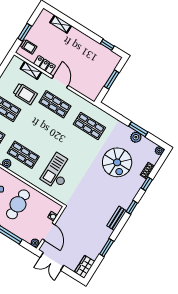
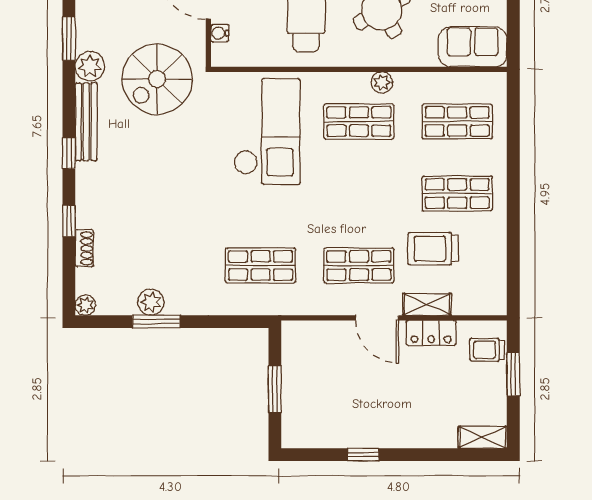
shelving: (61, 24) -> (483, 437), moved
window: (107, 45) -> (363, 455), moved
shelving: (31, 70) -> (427, 304), moved
spiral stairs: (117, 162) -> (157, 79), moved, turned -90
checkout: (58, 171) -> (267, 131), width x1.36, depth x1.21
bench: (117, 218) -> (86, 122), width x1.36
plant: (105, 233) -> (90, 66), added

